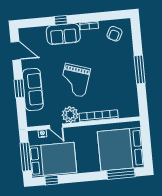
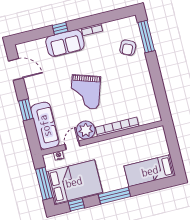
armchair: (114, 34) -> (128, 48), moved
window: (140, 69) -> (146, 37), moved
sofa: (33, 89) -> (45, 126), moved
door: (56, 126) -> (72, 145), swing flipped
bed: (121, 149) -> (150, 171), width x0.49
window: (121, 174) -> (114, 195), moved

